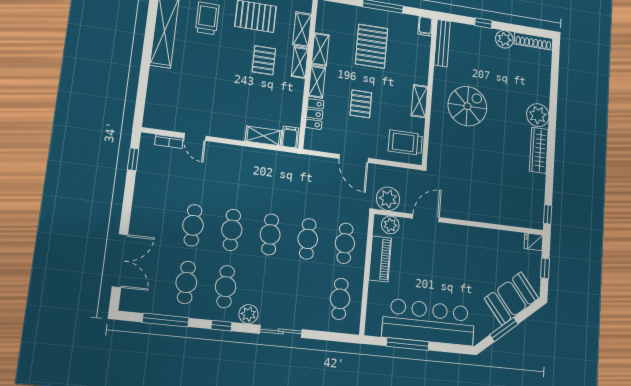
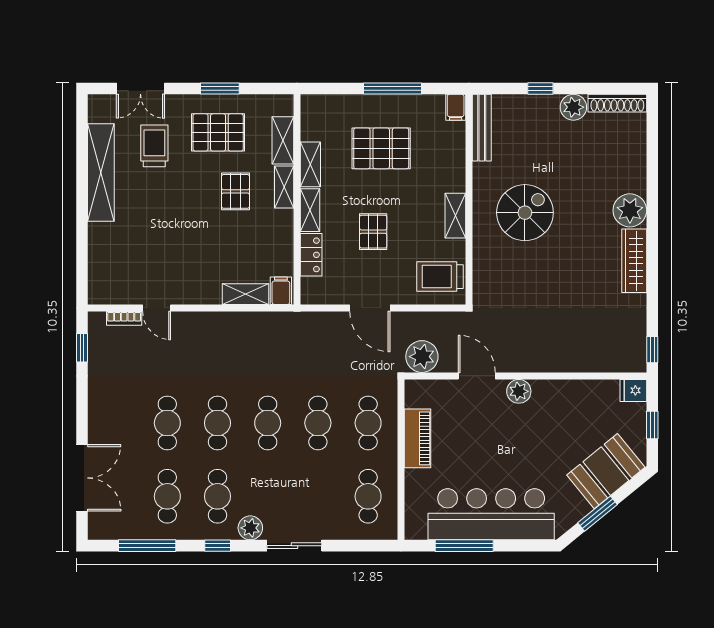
pallet: (372, 46) -> (381, 148), turned 90
door: (426, 218) -> (477, 376), hinge flipped
plant: (390, 225) -> (519, 391), moved

